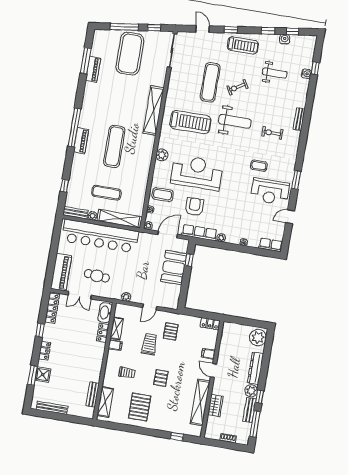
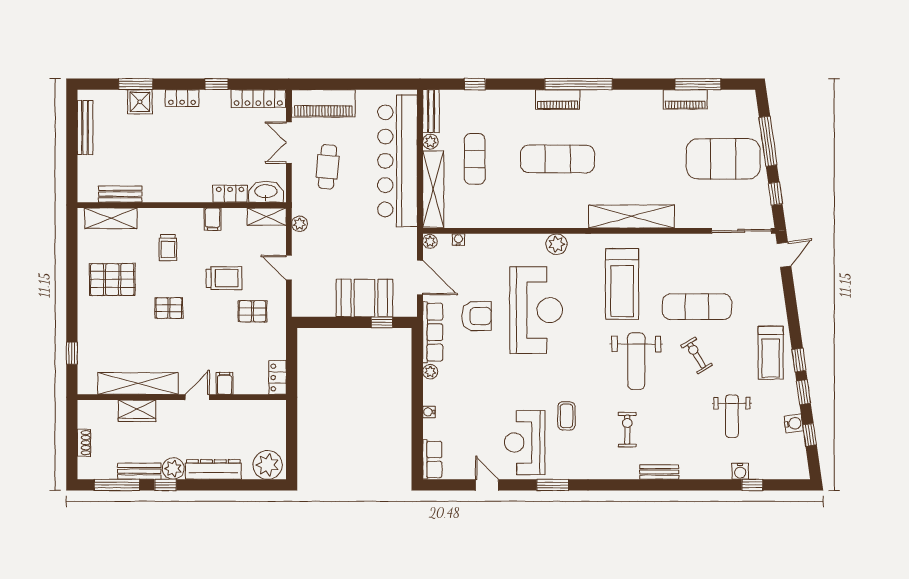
door: (203, 29) -> (784, 255), moved
window: (231, 30) -> (799, 360), moved
coffee table: (163, 195) -> (488, 257), removed
shelving: (117, 328) -> (267, 217), moved

